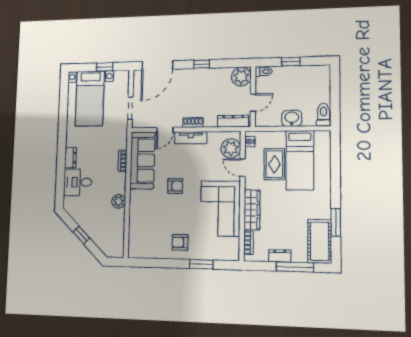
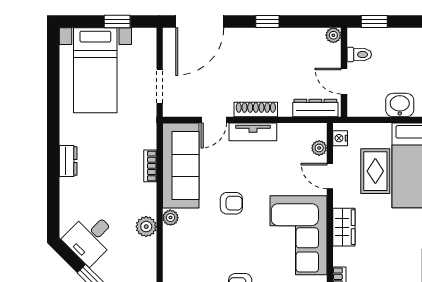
window: (291, 62) -> (374, 22), moved
toilet: (264, 71) -> (359, 54), moved
plant: (241, 77) -> (333, 35), width x0.53, depth x0.53
door: (253, 103) -> (344, 81), swing flipped
shoe rack: (193, 123) -> (256, 109), width x1.43
plant: (231, 148) -> (319, 148), width x0.53, depth x0.53
desk: (78, 182) -> (90, 238), moved, turned -45
plant: (135, 195) -> (170, 218), added
wardrobe: (252, 210) -> (344, 227), width x0.67

